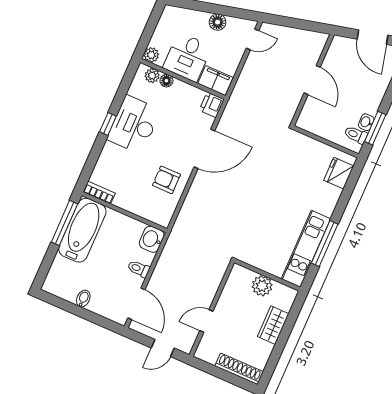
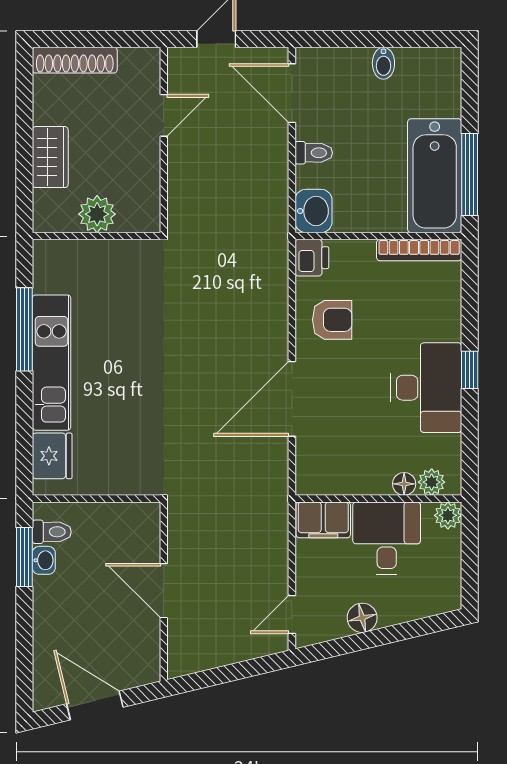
printer: (212, 105) -> (312, 258), moved
bookcase: (99, 193) -> (419, 250), width x1.56
kitchen unit: (306, 249) -> (52, 363), moved

